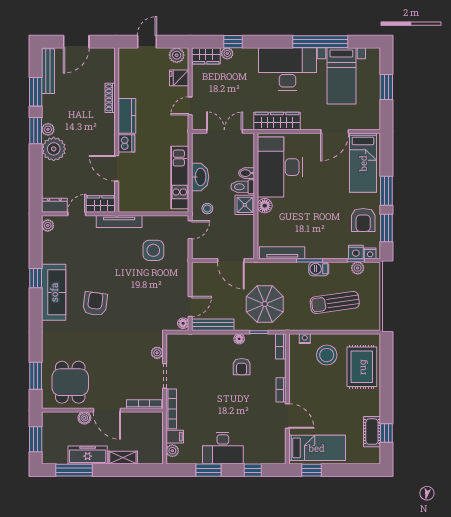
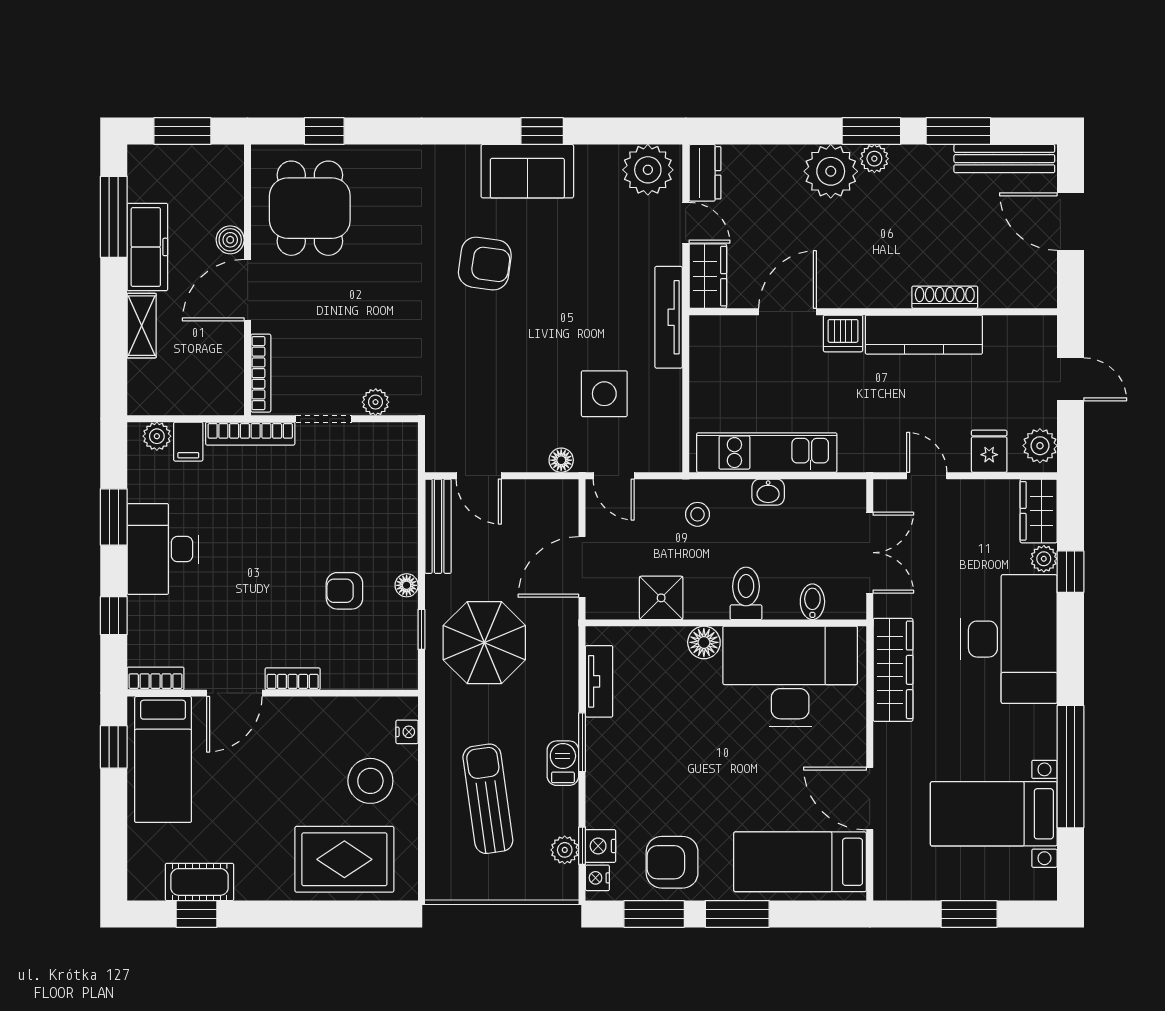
desk: (287, 69) -> (1009, 639), moved
kitchen counter: (127, 116) -> (924, 335), width x1.50
bidet: (246, 173) -> (812, 602), moved
washbasin: (200, 177) -> (768, 492), width x0.52, depth x0.69
shower: (245, 205) -> (661, 598), moved
plant: (48, 226) -> (648, 170), width x1.88, depth x1.88
door: (190, 230) -> (614, 476), moved
tv unit: (282, 253) -> (599, 681), width x0.71
sofa: (54, 292) -> (527, 171), width x0.73
floor lamp: (183, 323) -> (561, 460), moved
bookcase: (281, 346) -> (156, 678), moved
window: (36, 376) -> (324, 131), width x0.67
dining table: (70, 382) -> (310, 208), turned 90

